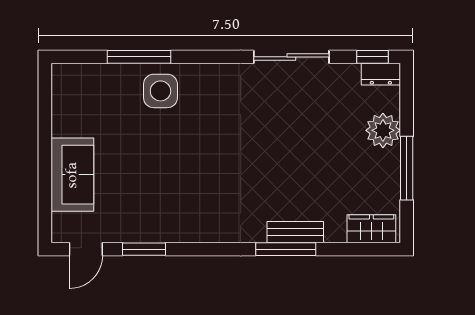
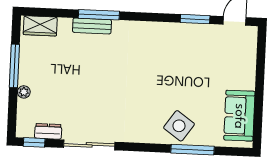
dresser: (381, 74) -> (48, 131), moved
side table: (160, 91) -> (179, 126), turned 35
plant: (383, 130) -> (24, 92), width x0.53, depth x0.53
sofa: (72, 175) -> (239, 116), moved

